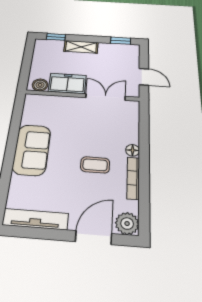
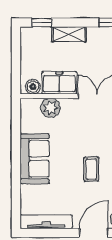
plant: (56, 104) -> (50, 108), added
coffee table: (95, 165) -> (91, 169), turned 90

